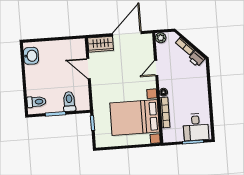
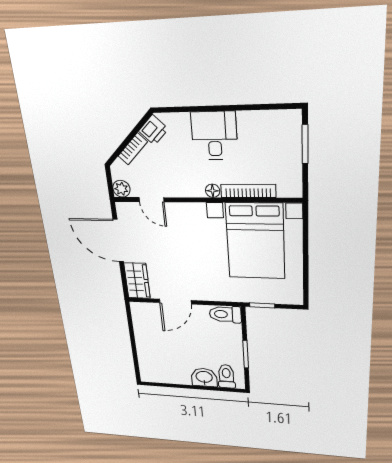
washbasin: (31, 56) -> (204, 377), moved
door: (156, 68) -> (151, 200), moved
toilet: (69, 102) -> (225, 314), moved
desk: (196, 127) -> (214, 136), moved, turned -90

